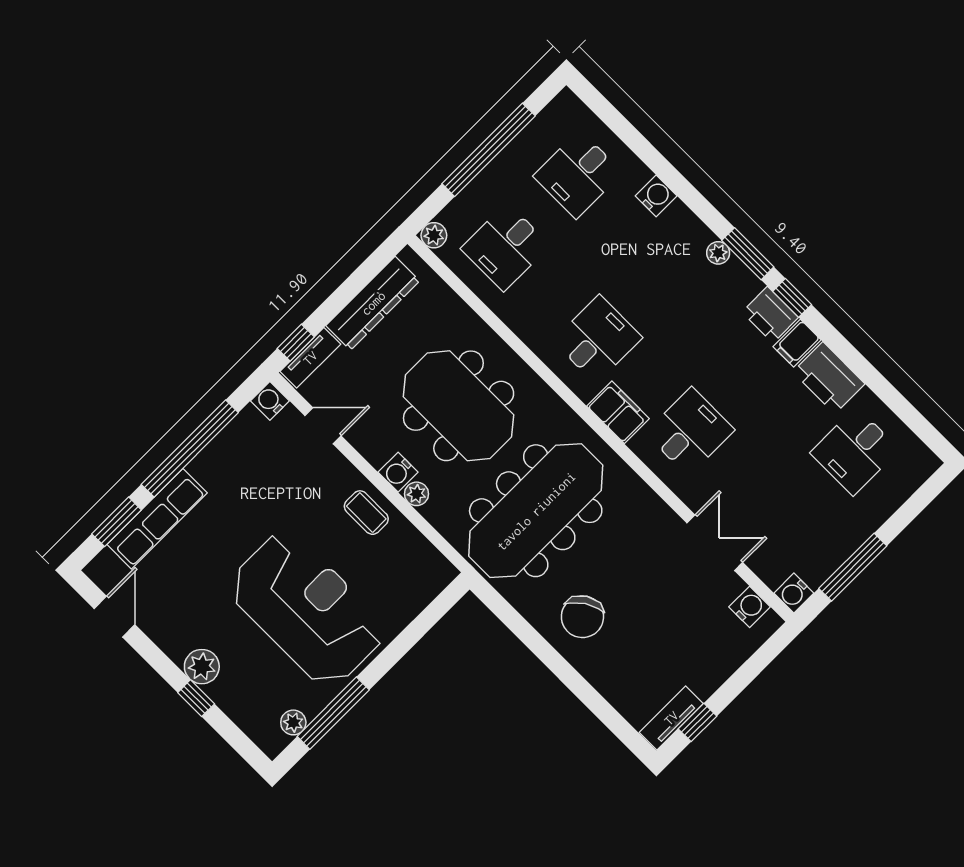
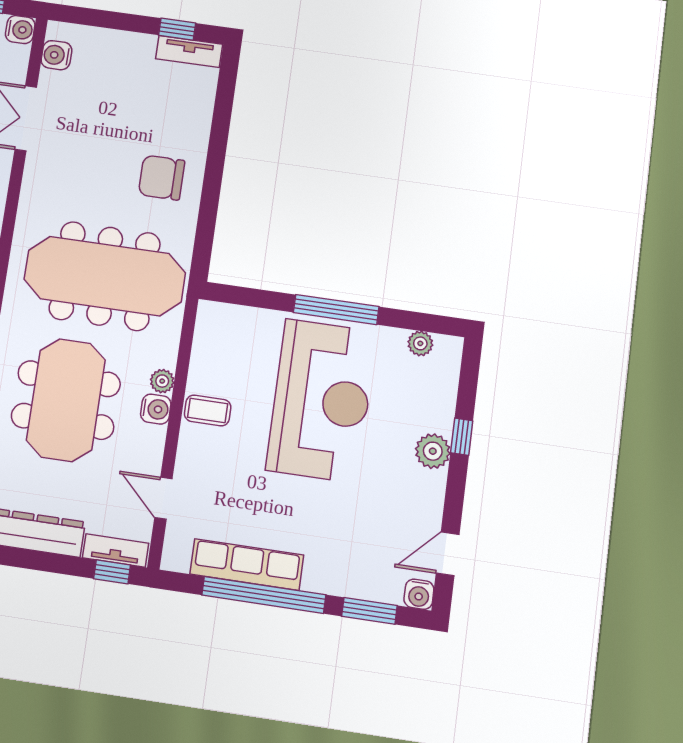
water cooler: (270, 401) -> (419, 594), moved
coffee table: (366, 513) -> (208, 410), turned 90
row of seats: (157, 519) -> (247, 565), moved
reception desk: (307, 609) -> (321, 401), turned 180
chair: (582, 617) -> (162, 178), turned -147
window: (333, 713) -> (336, 310), moved

